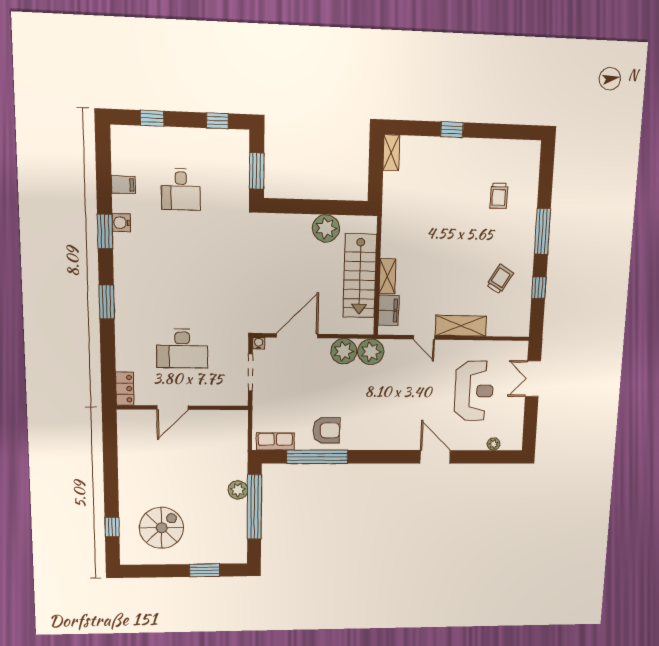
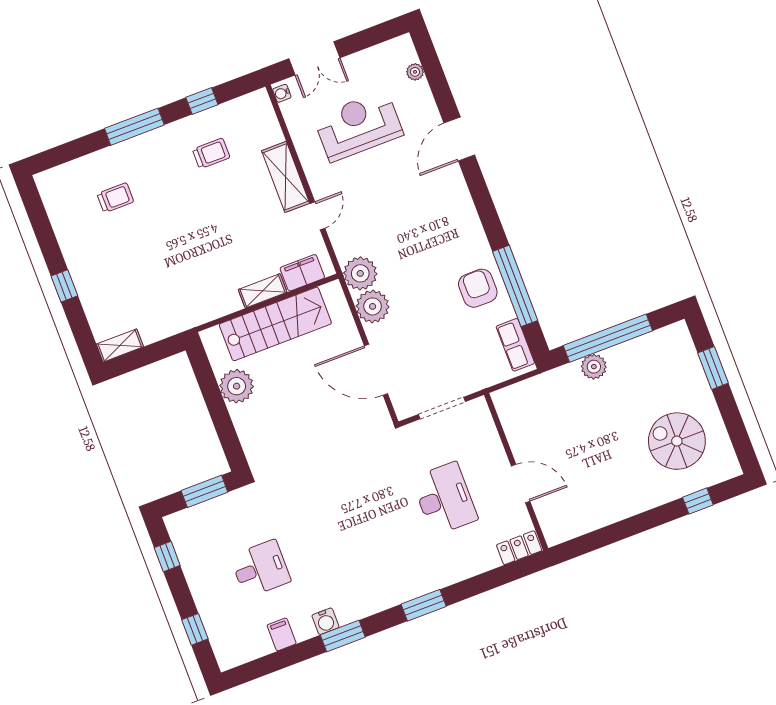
trolley: (500, 279) -> (211, 153), turned 149
water cooler: (259, 343) -> (282, 93), moved

